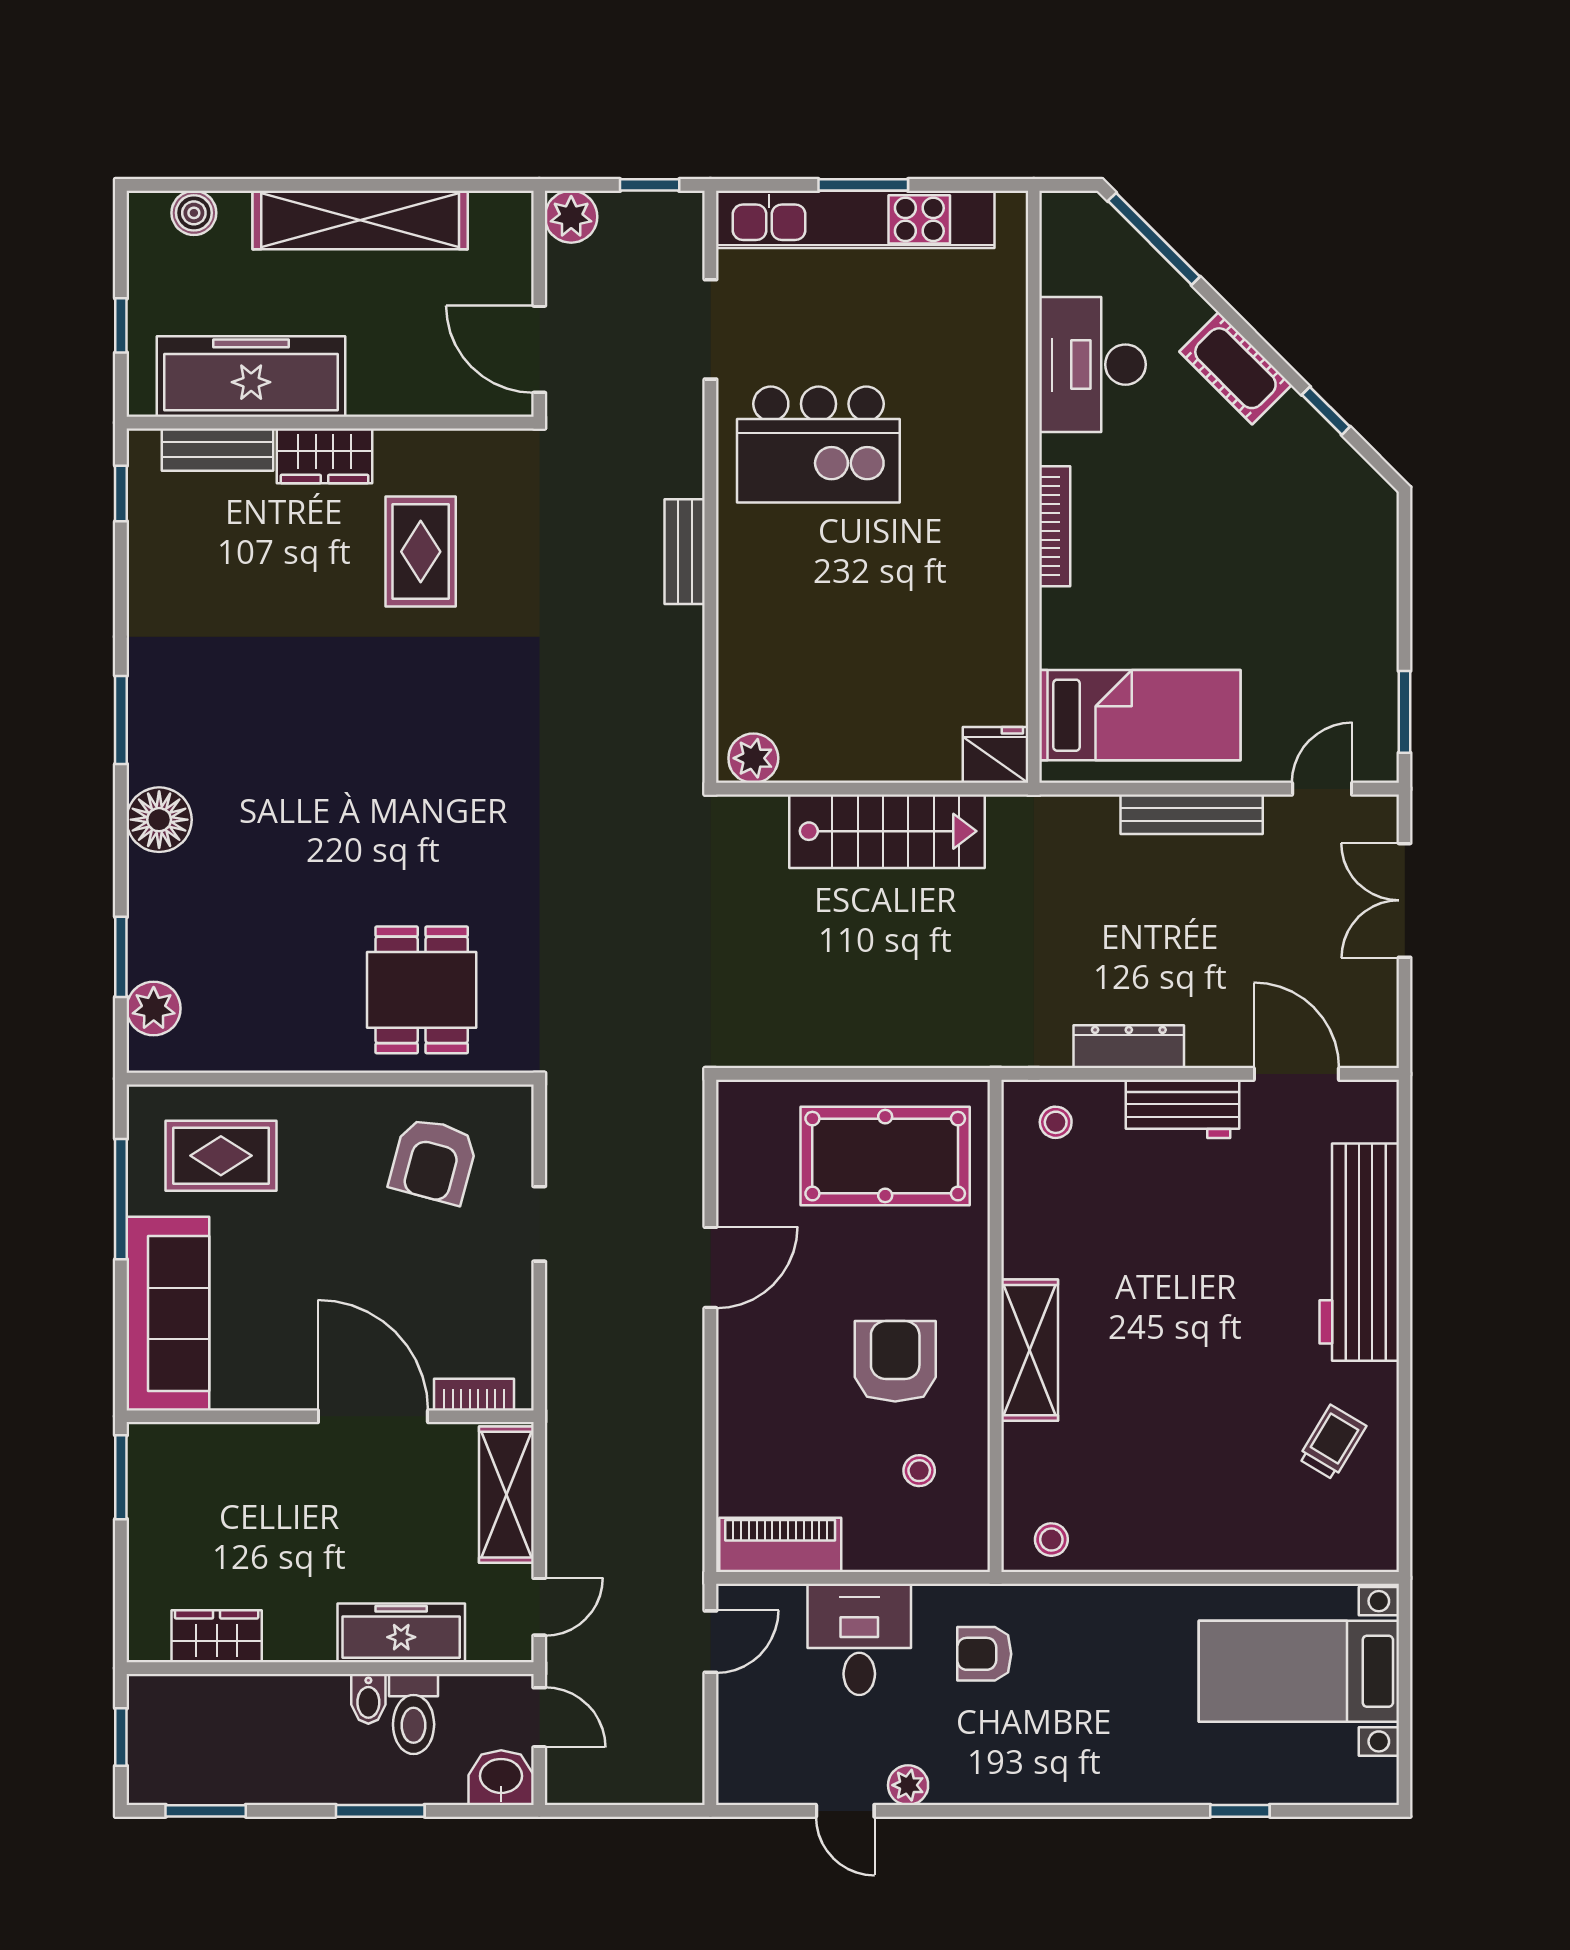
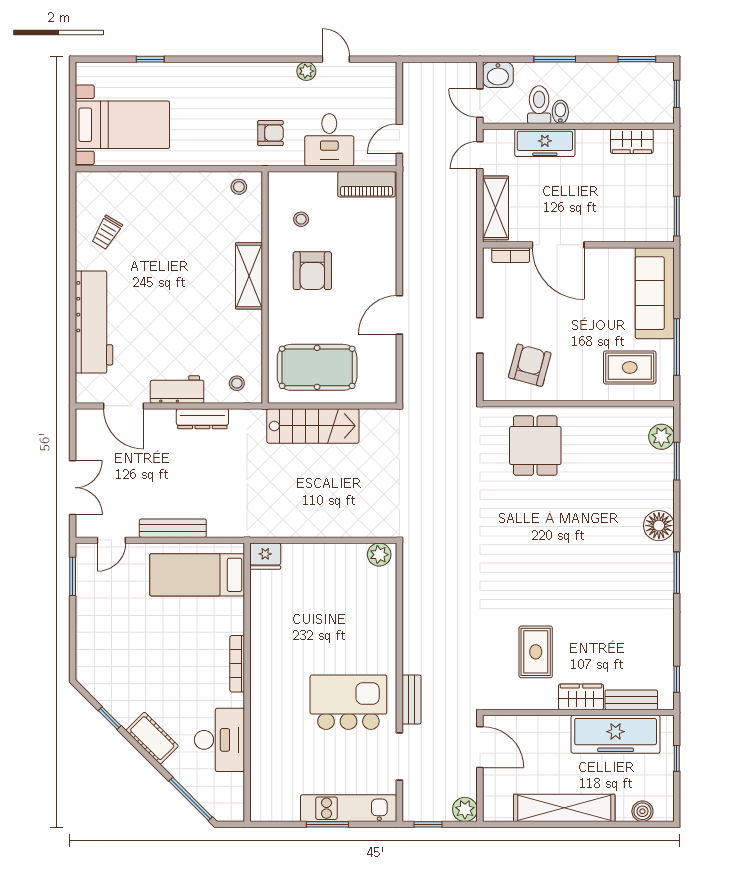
kitchen unit: (855, 219) -> (349, 808), width x0.73
bench: (685, 552) -> (411, 700), moved
stairs: (887, 831) -> (313, 426), moved, turned 180

